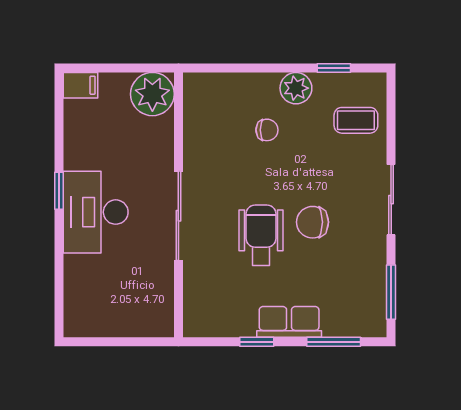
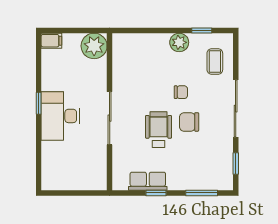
coffee table: (356, 120) -> (215, 61), turned 90
chair: (267, 130) -> (181, 92), moved
sliding door: (391, 200) -> (236, 109), width x1.37
window: (391, 292) -> (236, 163), width x0.67
row of seats: (289, 322) -> (148, 181), moved

